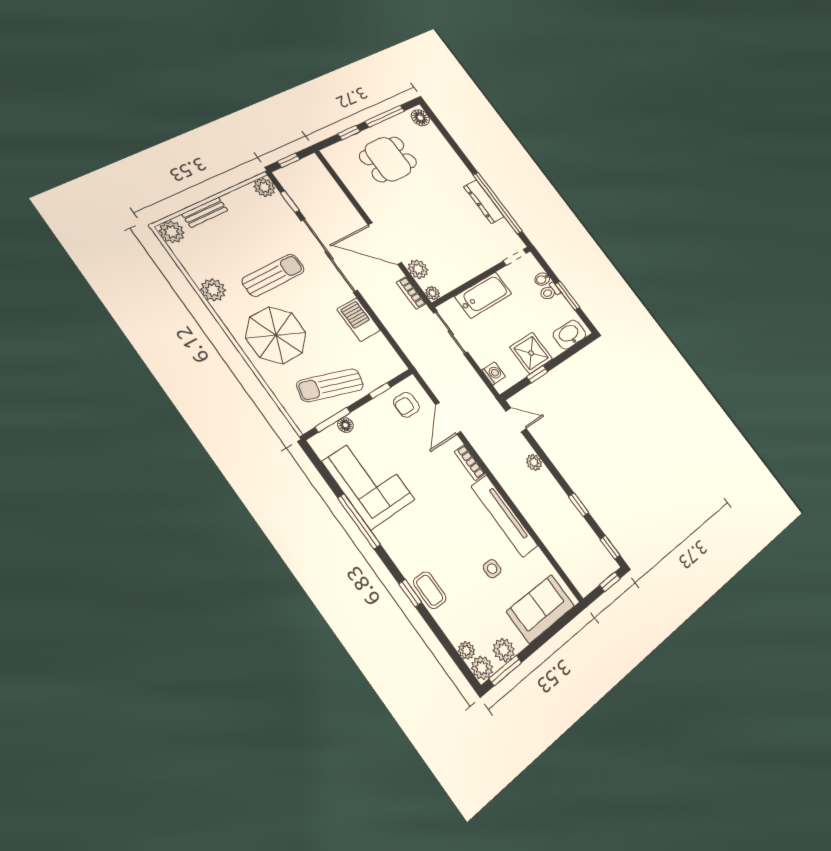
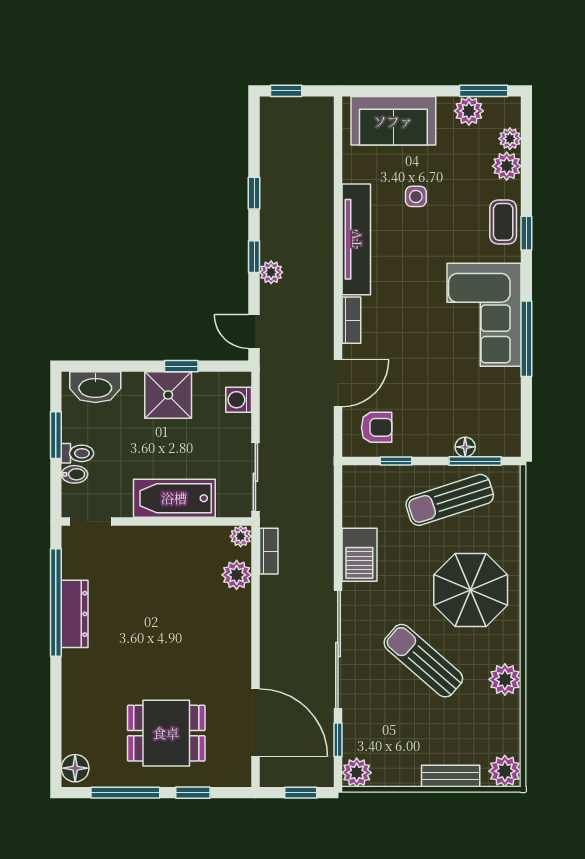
door: (385, 244) -> (255, 723), moved
sun lounger: (273, 275) -> (423, 661), turned 41
sun lounger: (330, 385) -> (450, 500), turned 145
corner sofa: (368, 481) -> (484, 315), moved
window: (610, 547) -> (254, 257), moved
plant: (482, 668) -> (507, 166), moved

